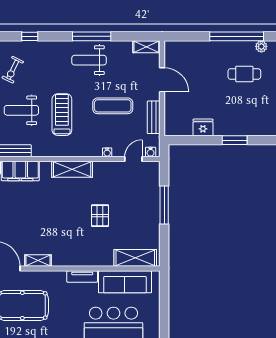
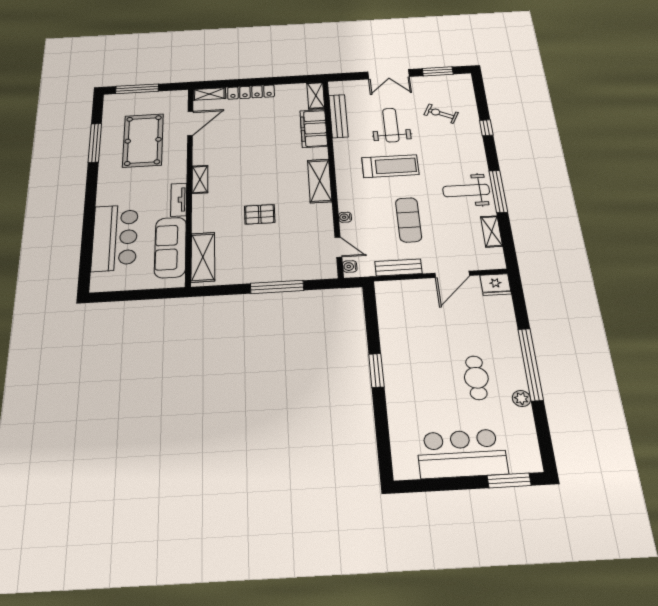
shelving: (146, 47) -> (491, 231), moved
weight bench: (89, 60) -> (466, 190), turned -90
fridge: (203, 127) -> (496, 285), moved, turned 90
shelving: (38, 260) -> (200, 179), moved

